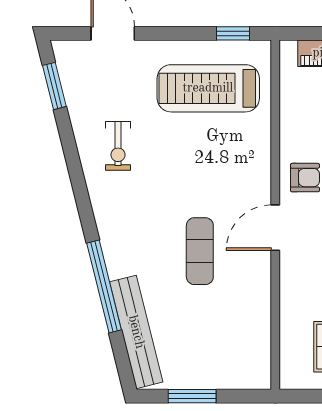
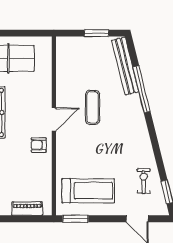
window: (233, 33) -> (76, 219), width x1.50
exercise bike: (118, 146) -> (144, 181), moved

